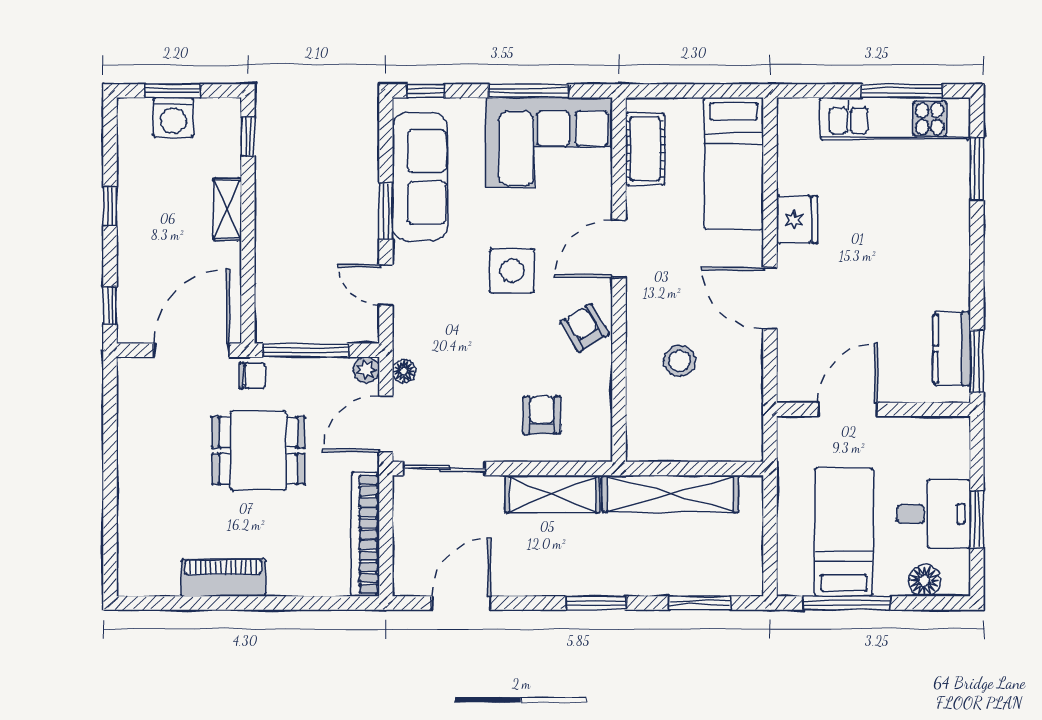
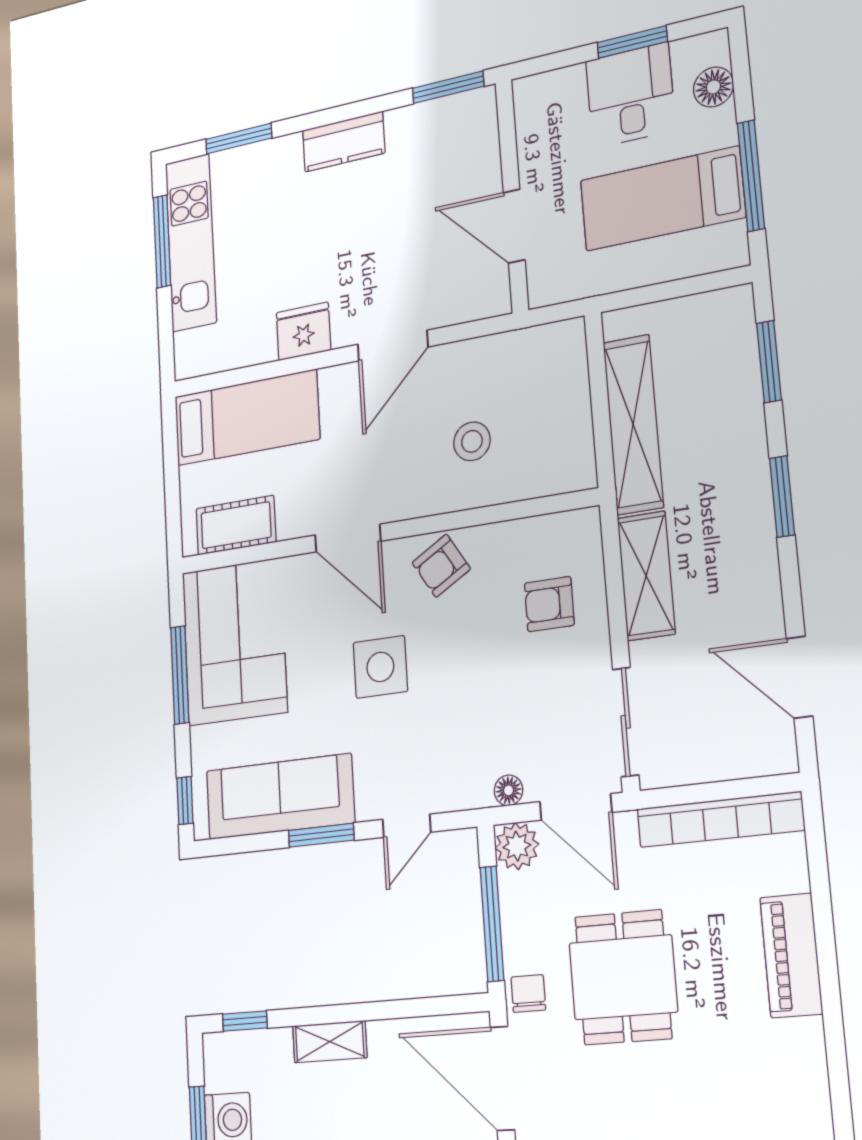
kitchen counter: (952, 349) -> (344, 142), moved
plant: (366, 370) -> (517, 846), width x1.38, depth x1.38
piano: (223, 578) -> (791, 955), moved

